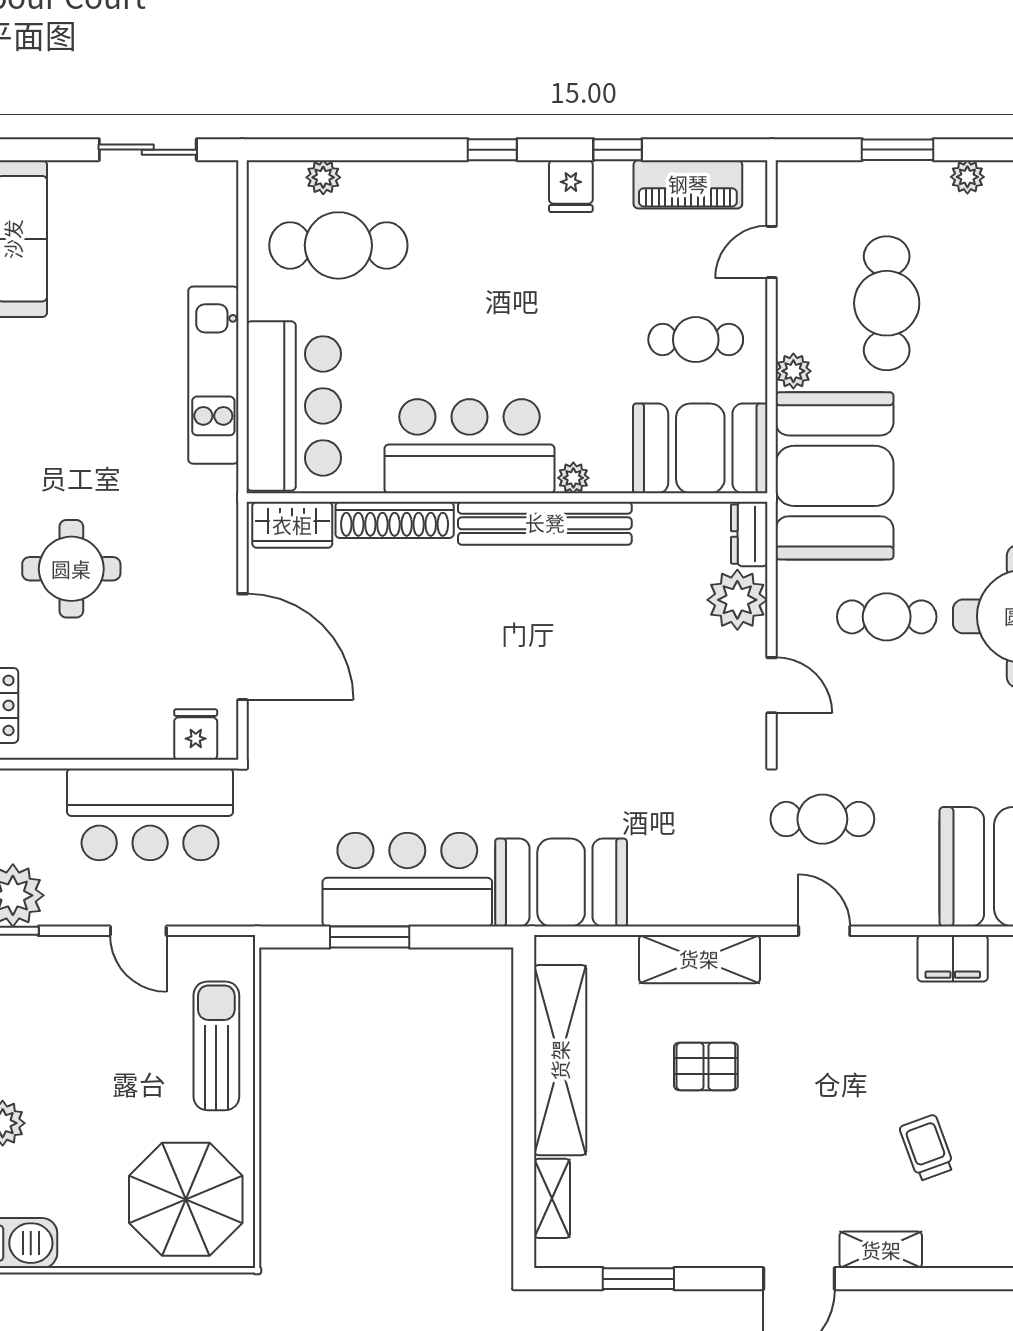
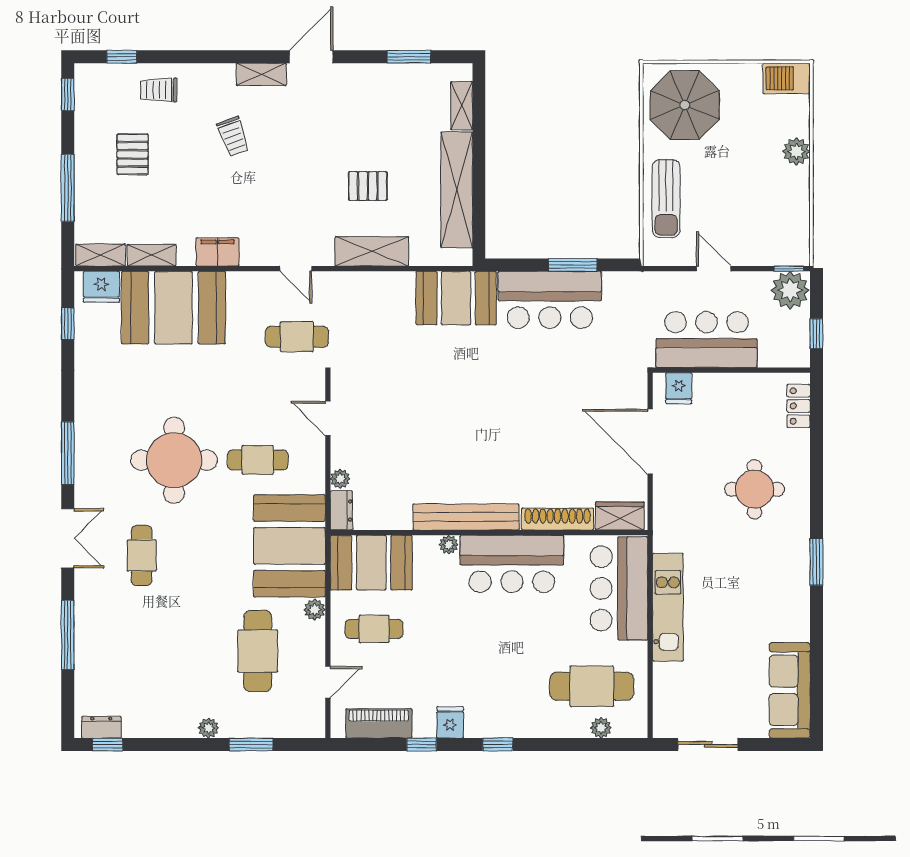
plant: (737, 600) -> (340, 479), width x0.53, depth x0.53

